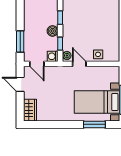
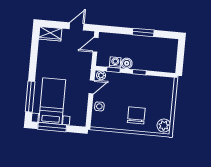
chair: (104, 17) -> (136, 115), added
window: (20, 42) -> (143, 32), moved
washing machine: (53, 56) -> (115, 62), moved
window: (94, 124) -> (30, 97), width x1.44

